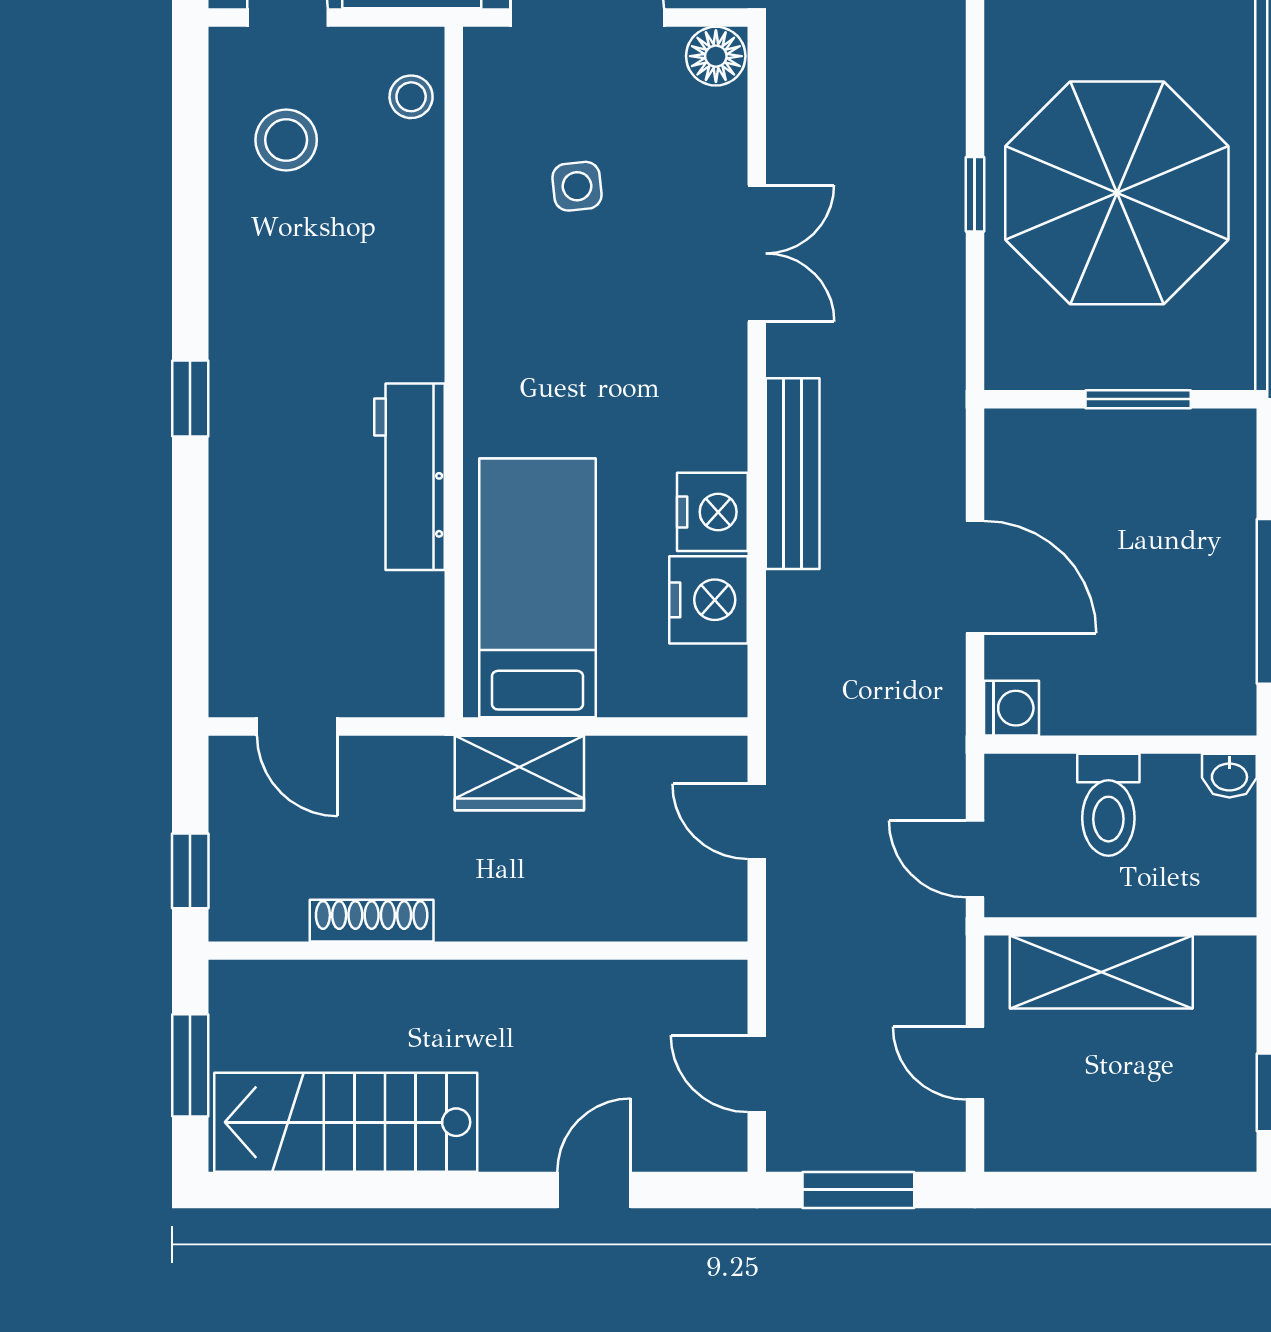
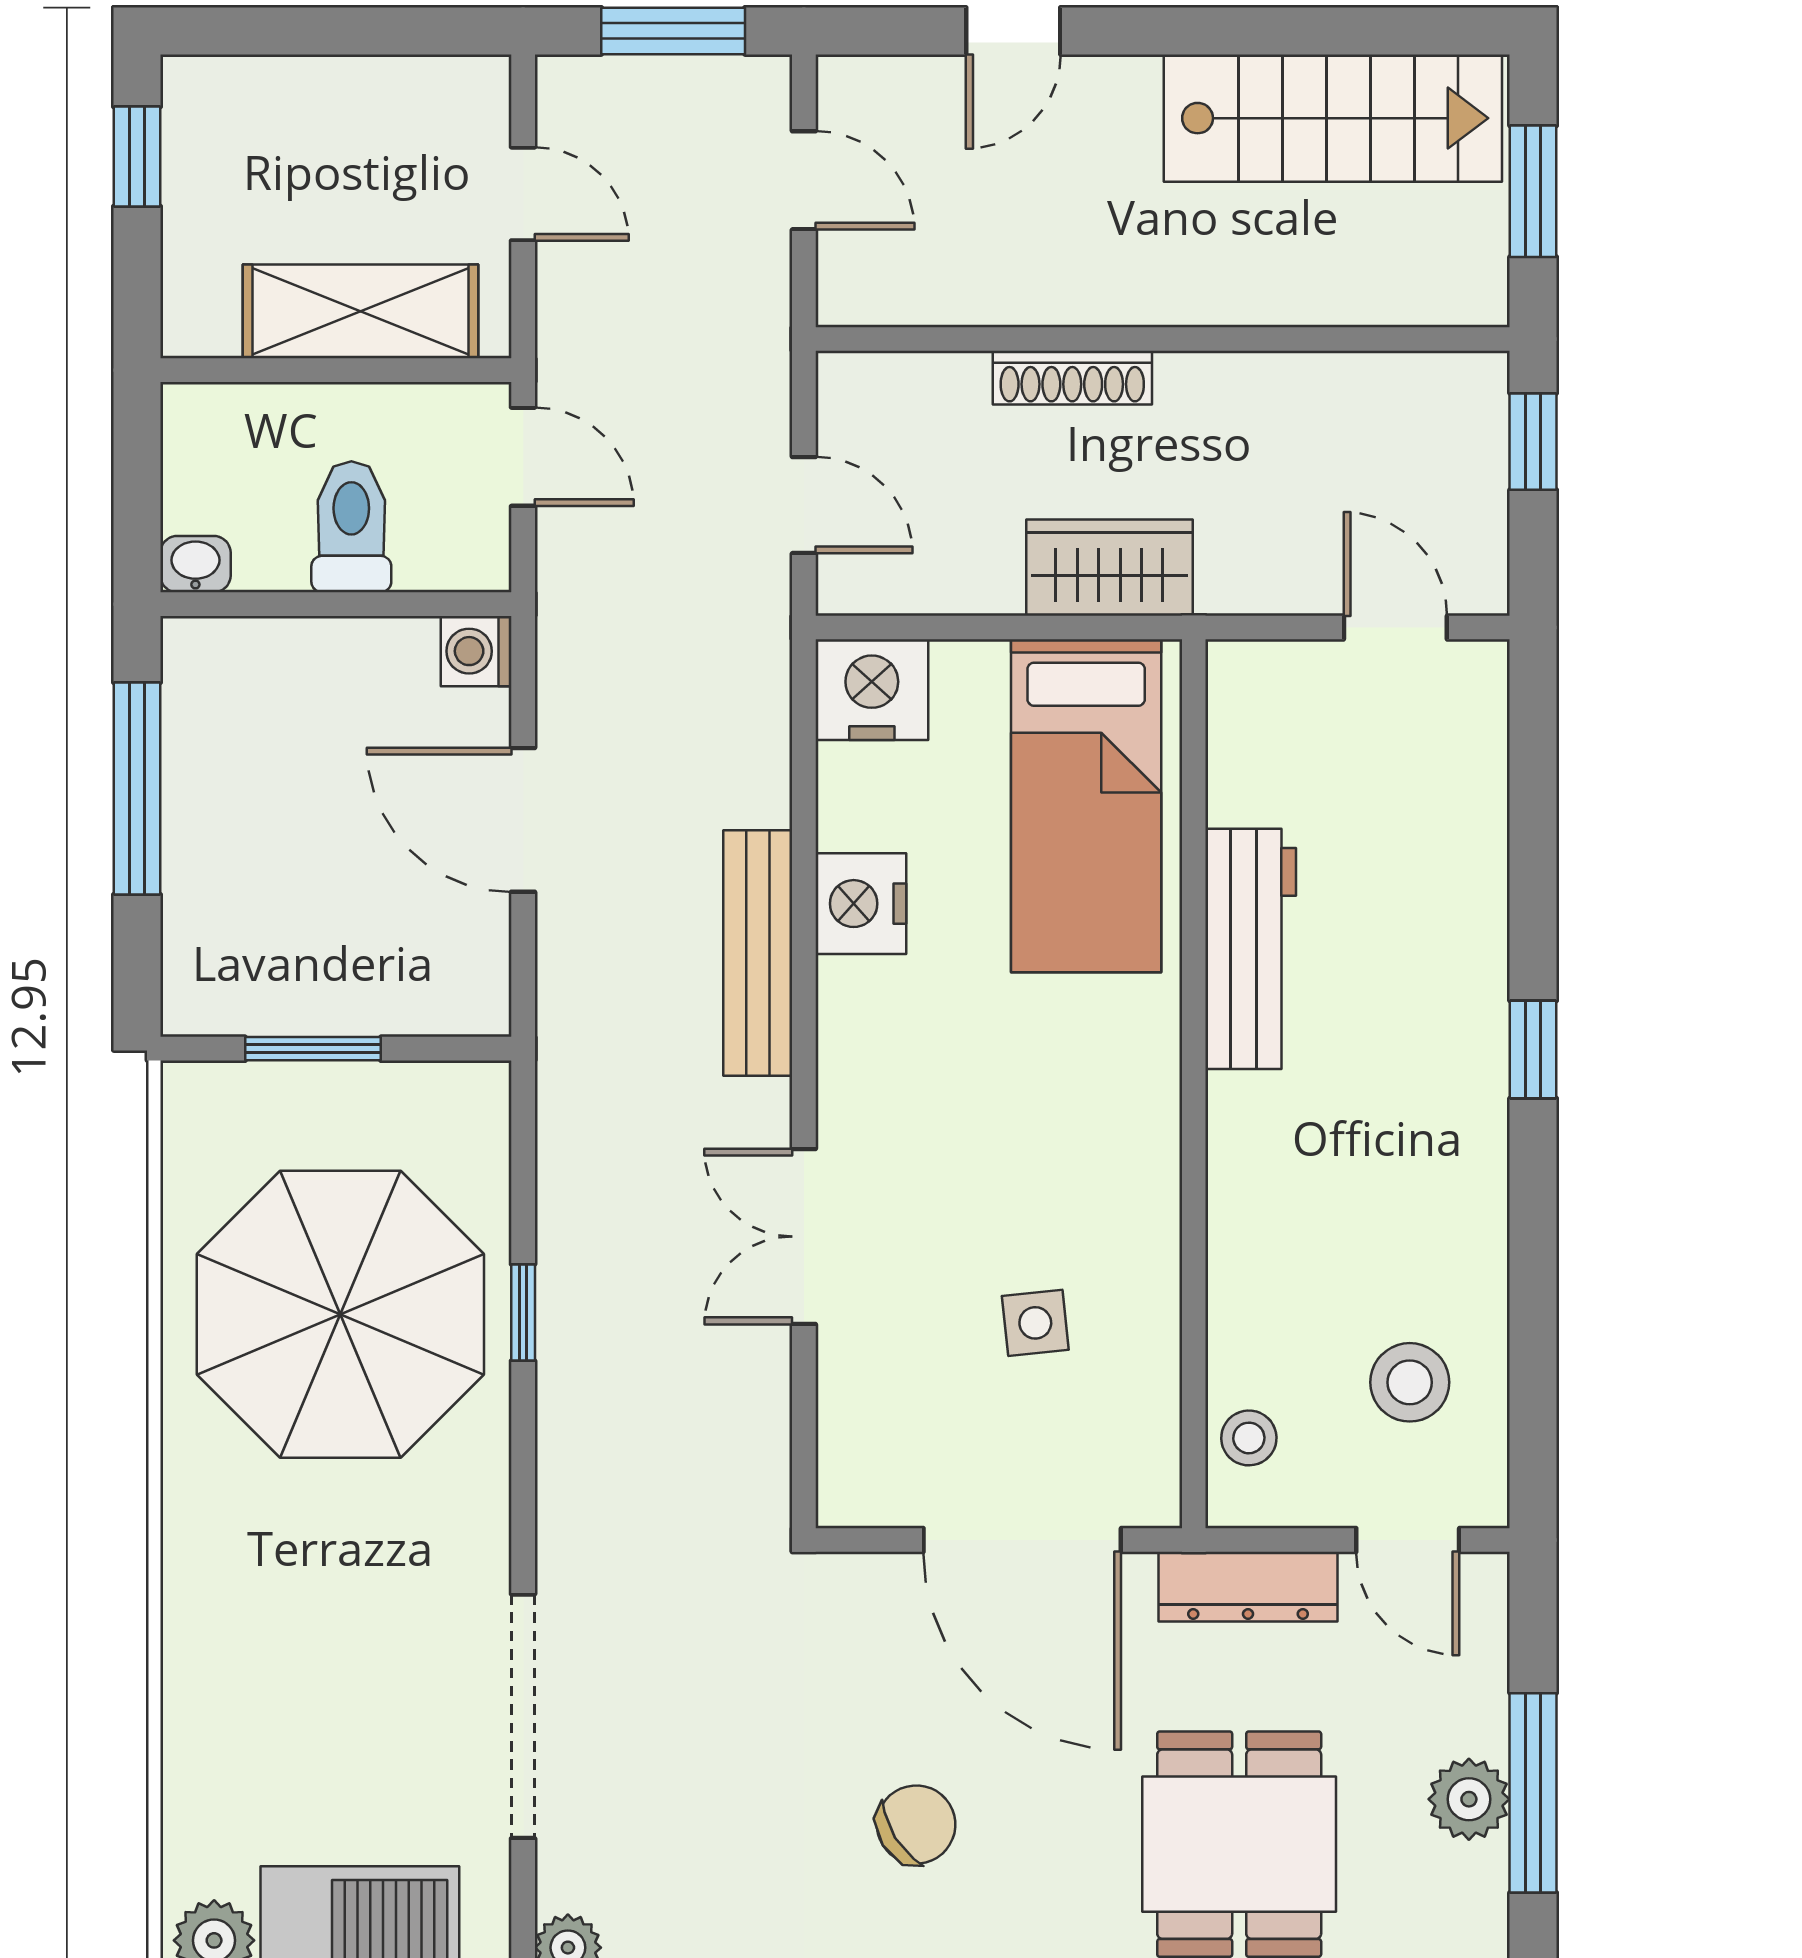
floor lamp: (716, 56) -> (857, 1490), removed
nightstand: (708, 600) -> (872, 690), moved, turned 90
shoe rack: (372, 921) -> (1072, 378), moved

